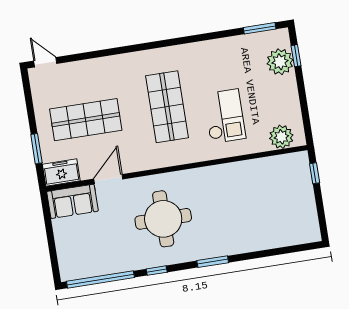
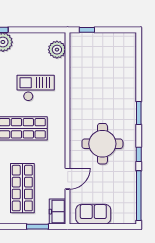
door: (108, 179) -> (68, 179), swing flipped
sofa: (73, 201) -> (93, 214), moved, turned -90

